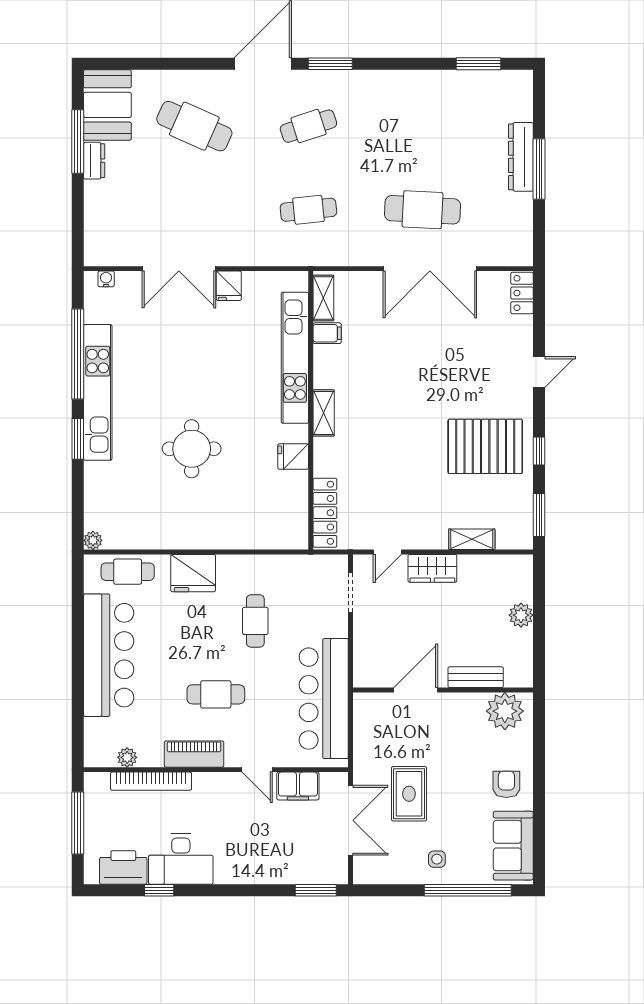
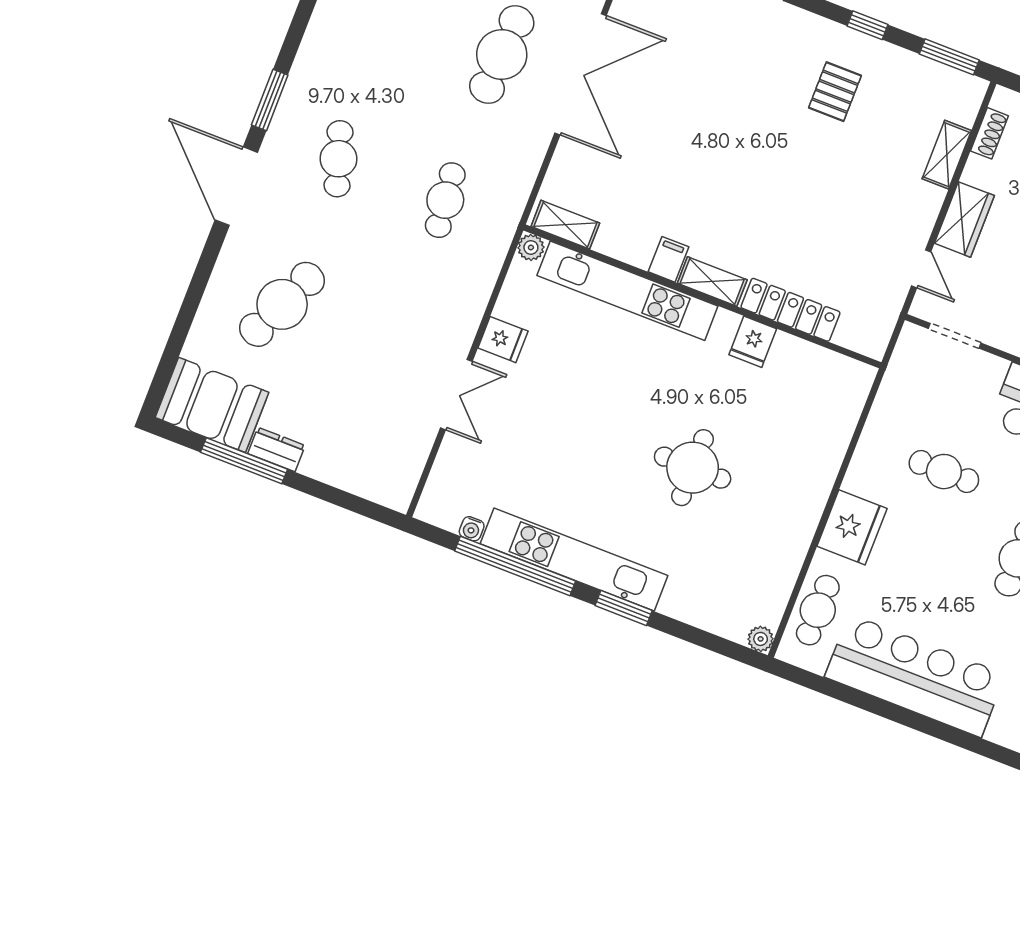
double door: (179, 269) -> (456, 395), width x0.73
water cooler: (106, 279) -> (472, 529), moved, turned -90
plant: (299, 281) -> (531, 247), added
filing cabinet: (327, 333) -> (668, 259), moved
pallet: (485, 446) -> (835, 92), width x0.49, depth x0.50
locker: (325, 513) -> (790, 310), moved
shoe rack: (498, 563) -> (989, 133), added

